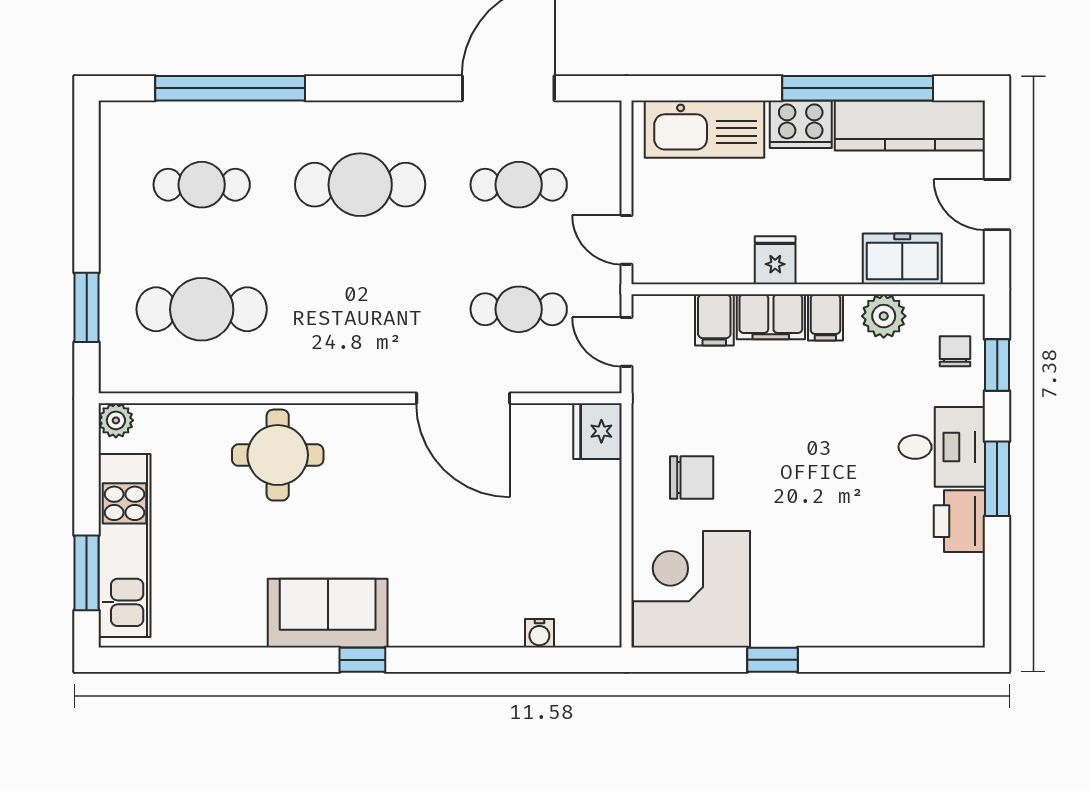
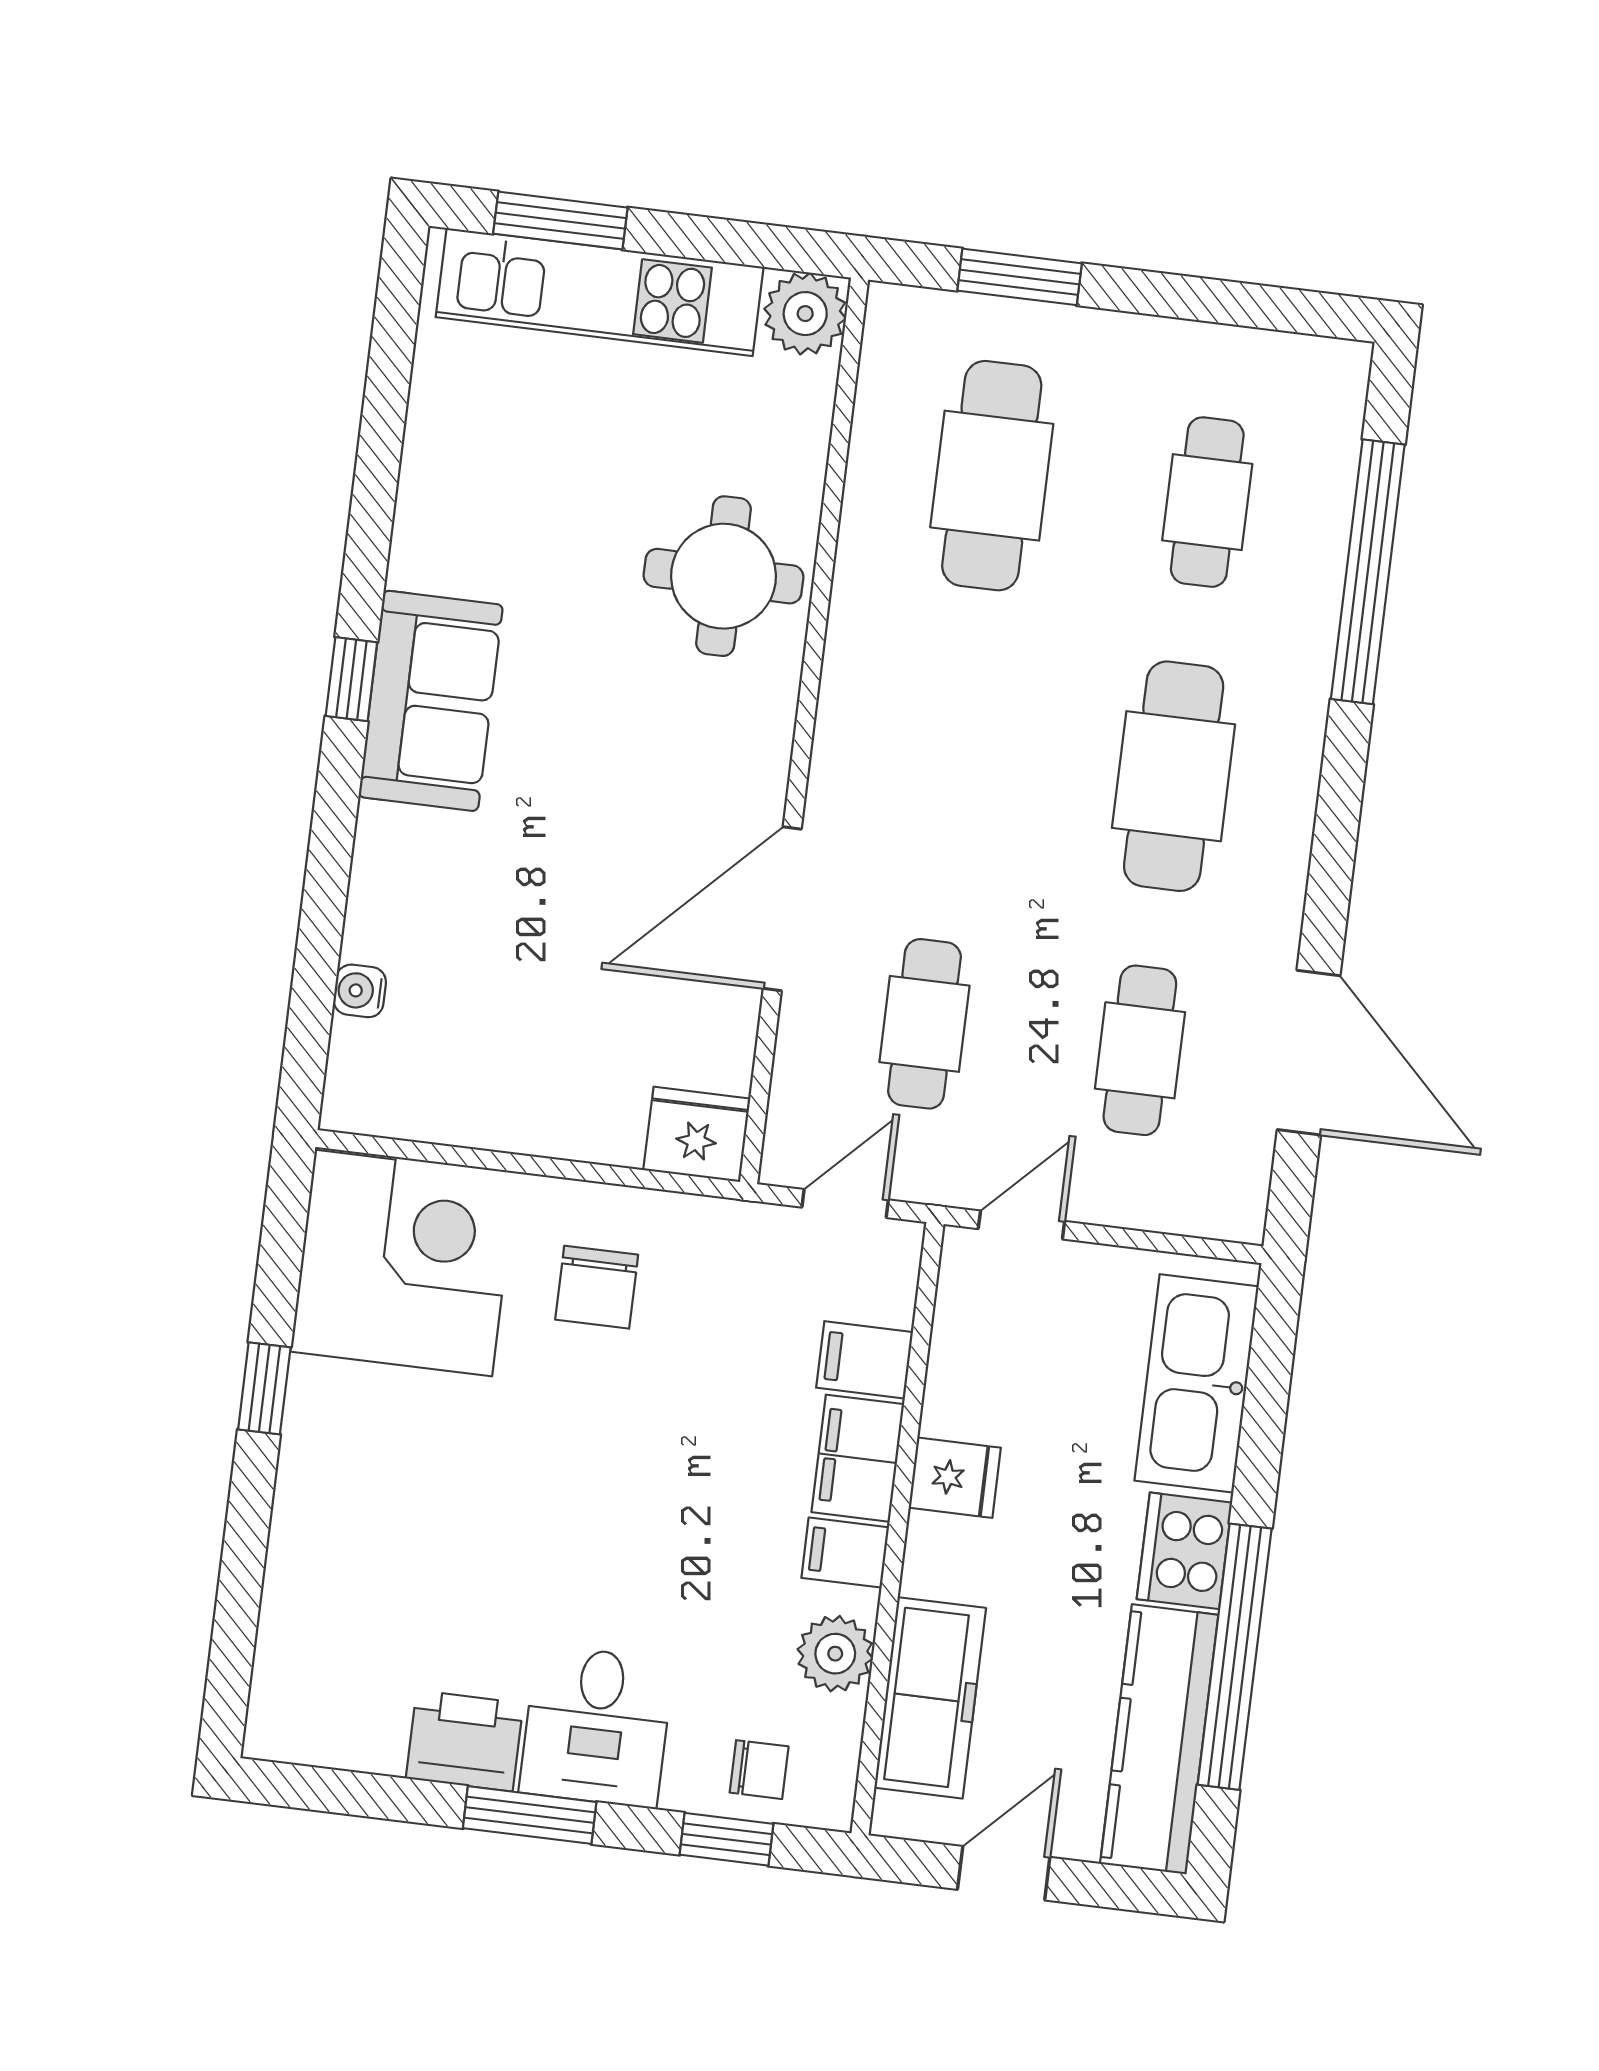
freezer: (902, 259) -> (930, 1698), width x1.40
plant: (116, 420) -> (805, 314), width x1.38, depth x1.38
sofa: (328, 613) -> (431, 701), moved

